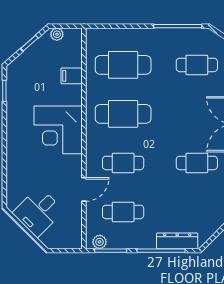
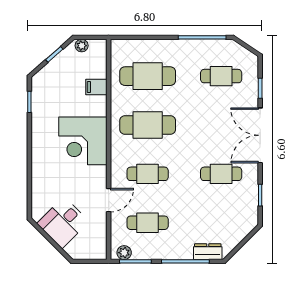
dresser: (177, 241) -> (208, 252), width x0.70

